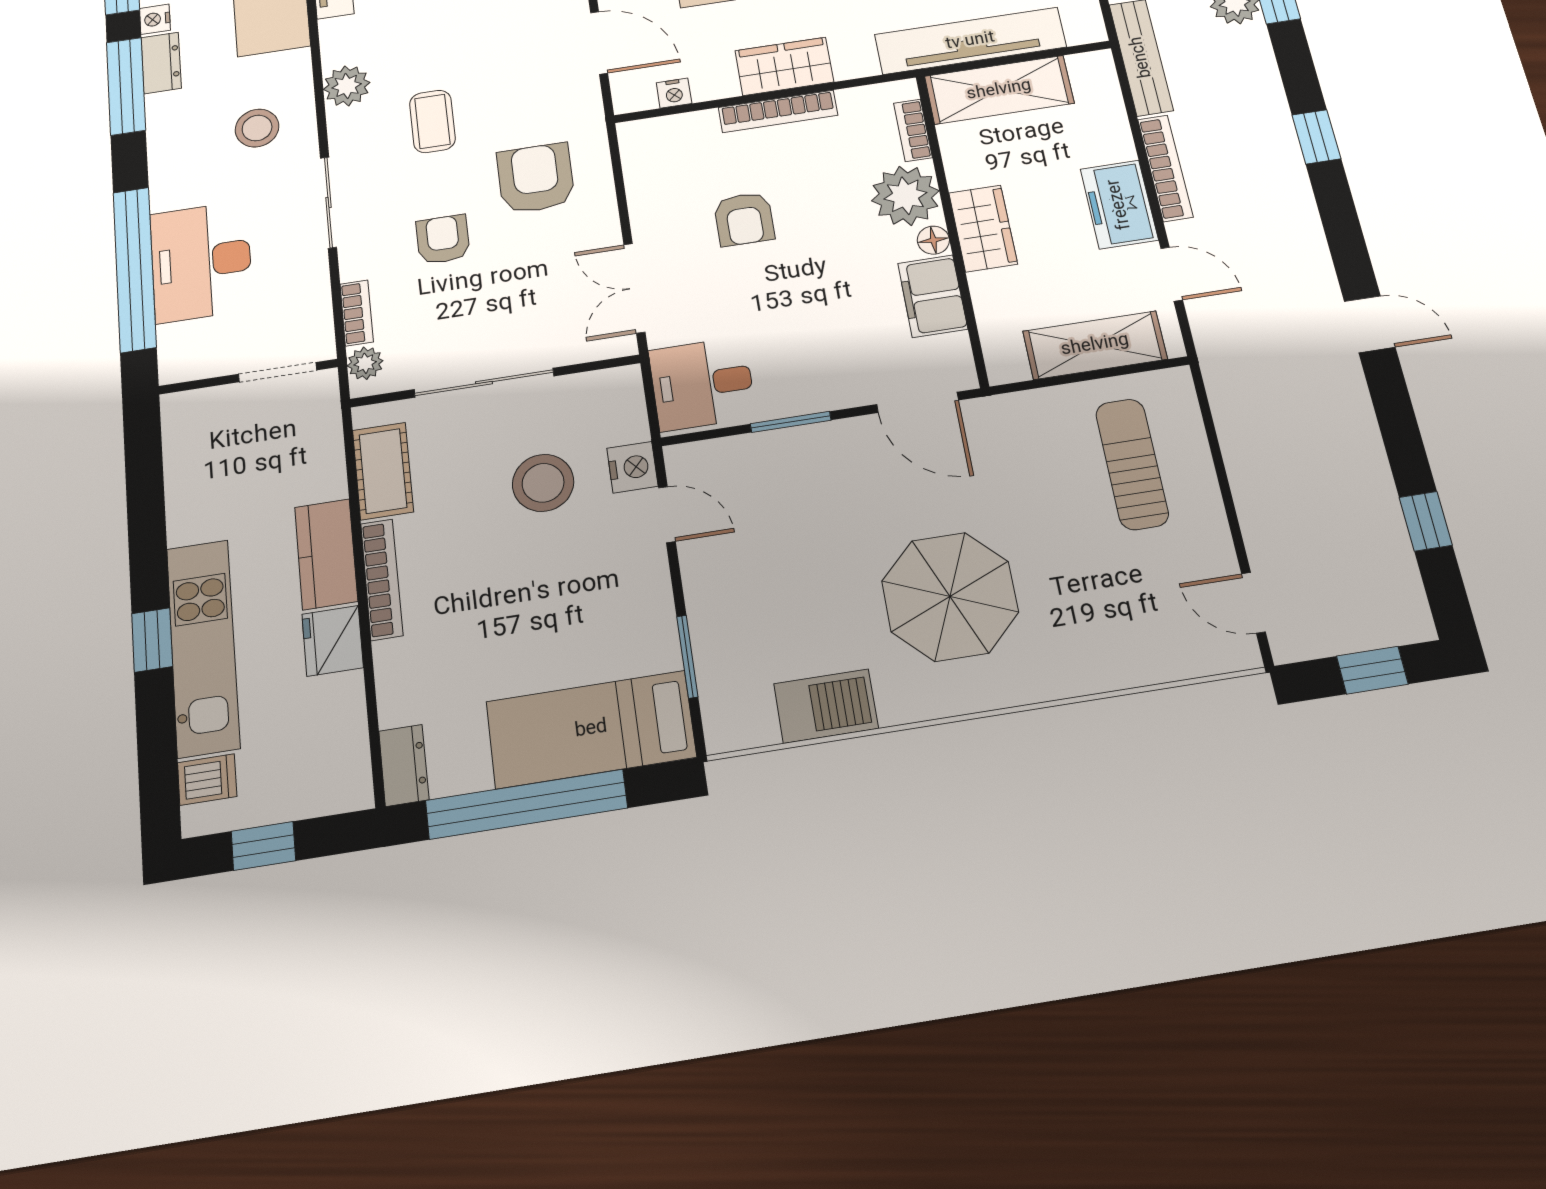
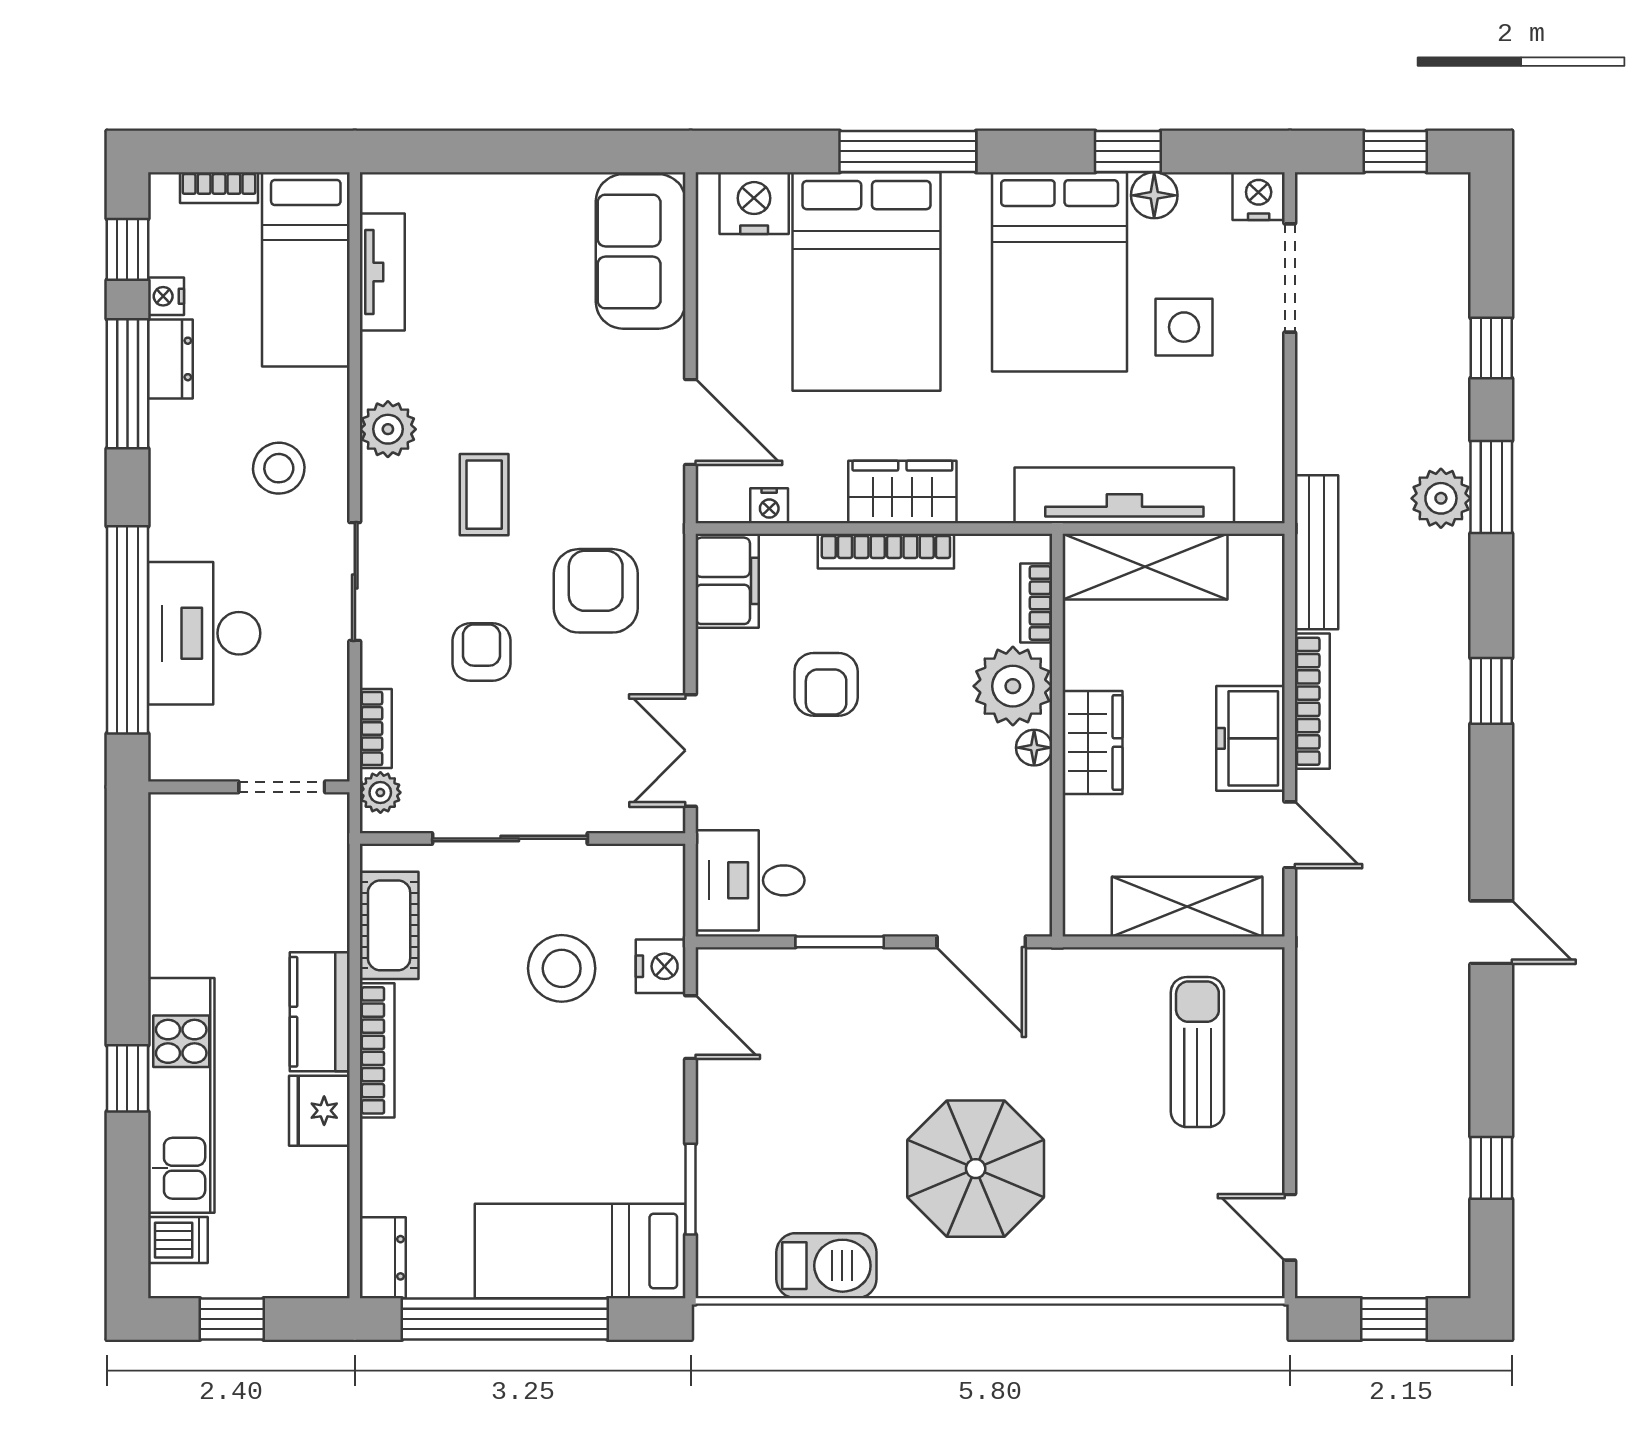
filing cabinet: (933, 296) -> (727, 581), moved, turned 180

